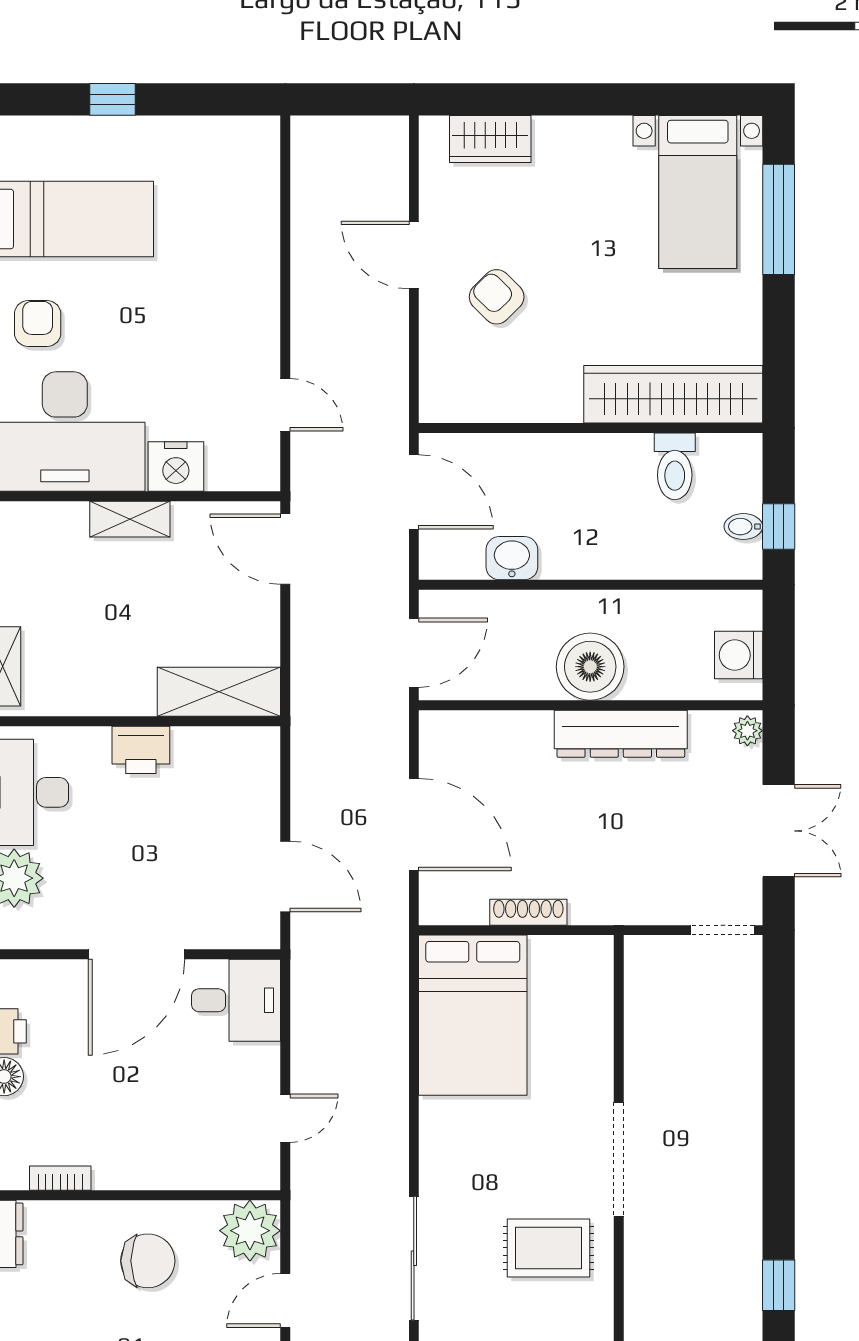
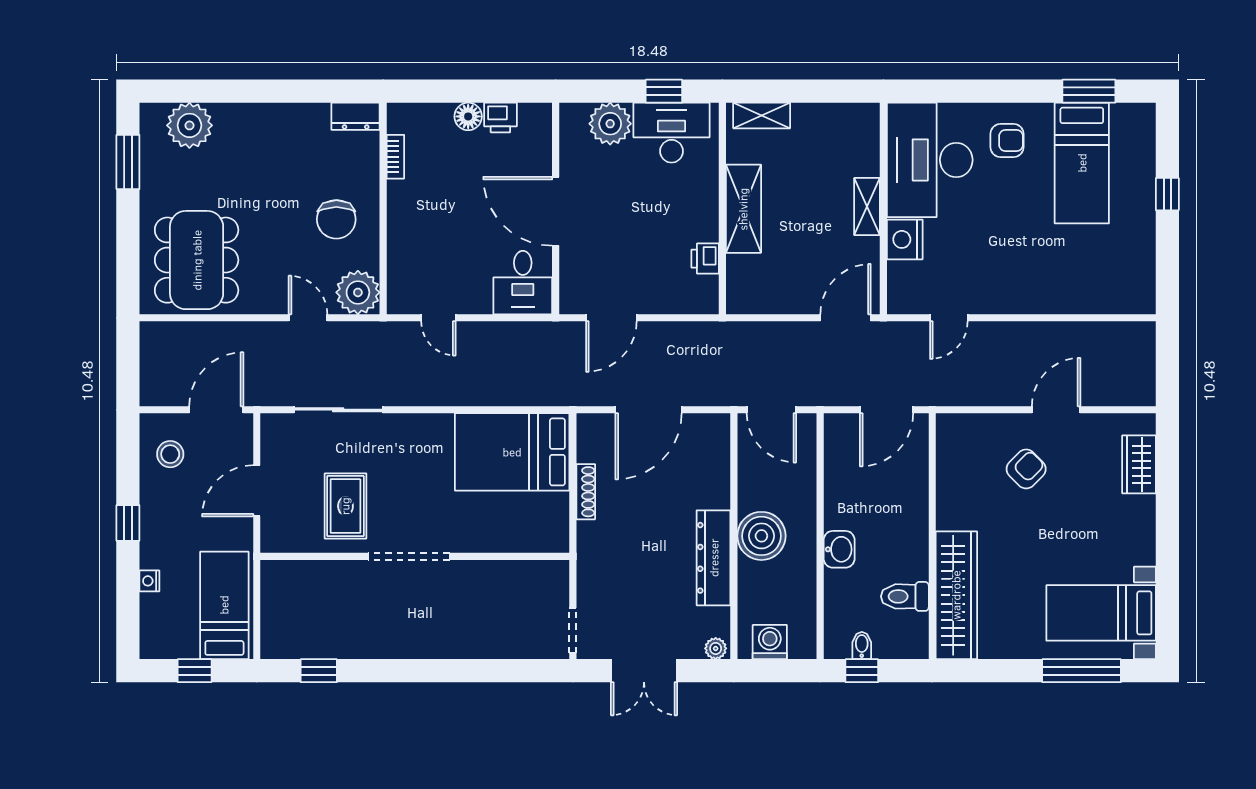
washbasin: (512, 558) -> (839, 549), moved
shelving: (219, 692) -> (743, 209), moved
printer: (141, 750) -> (705, 259), moved, width x0.73, depth x0.81

